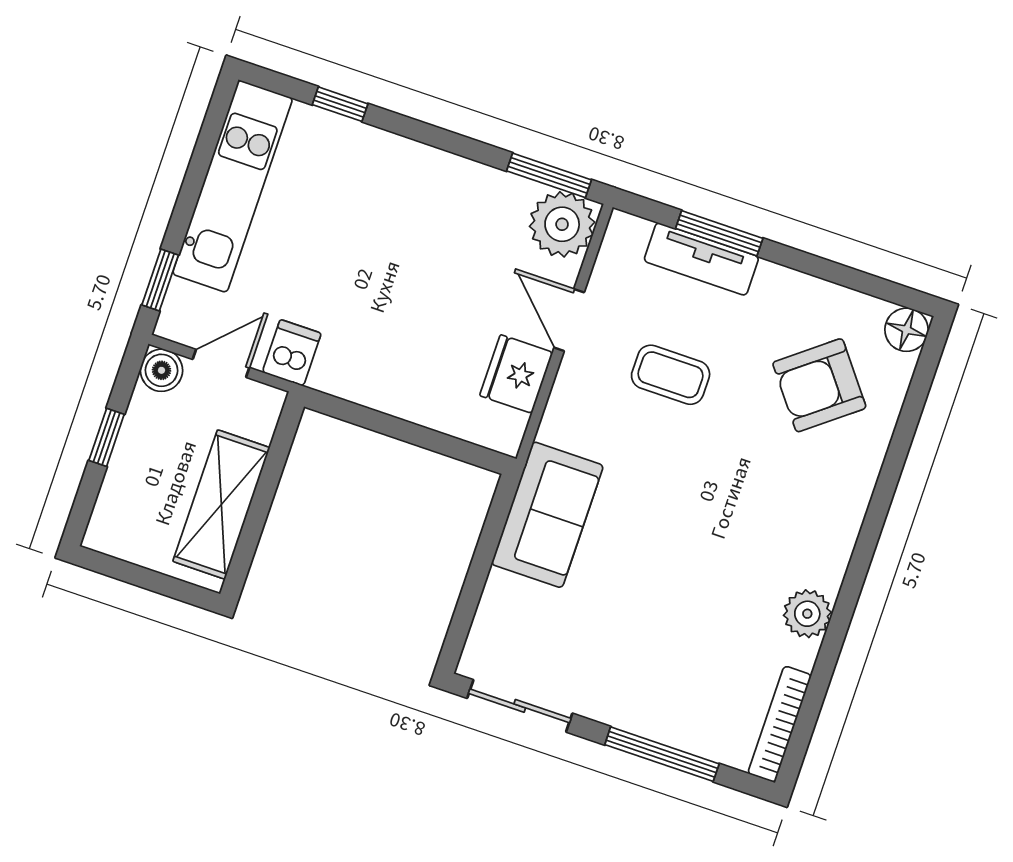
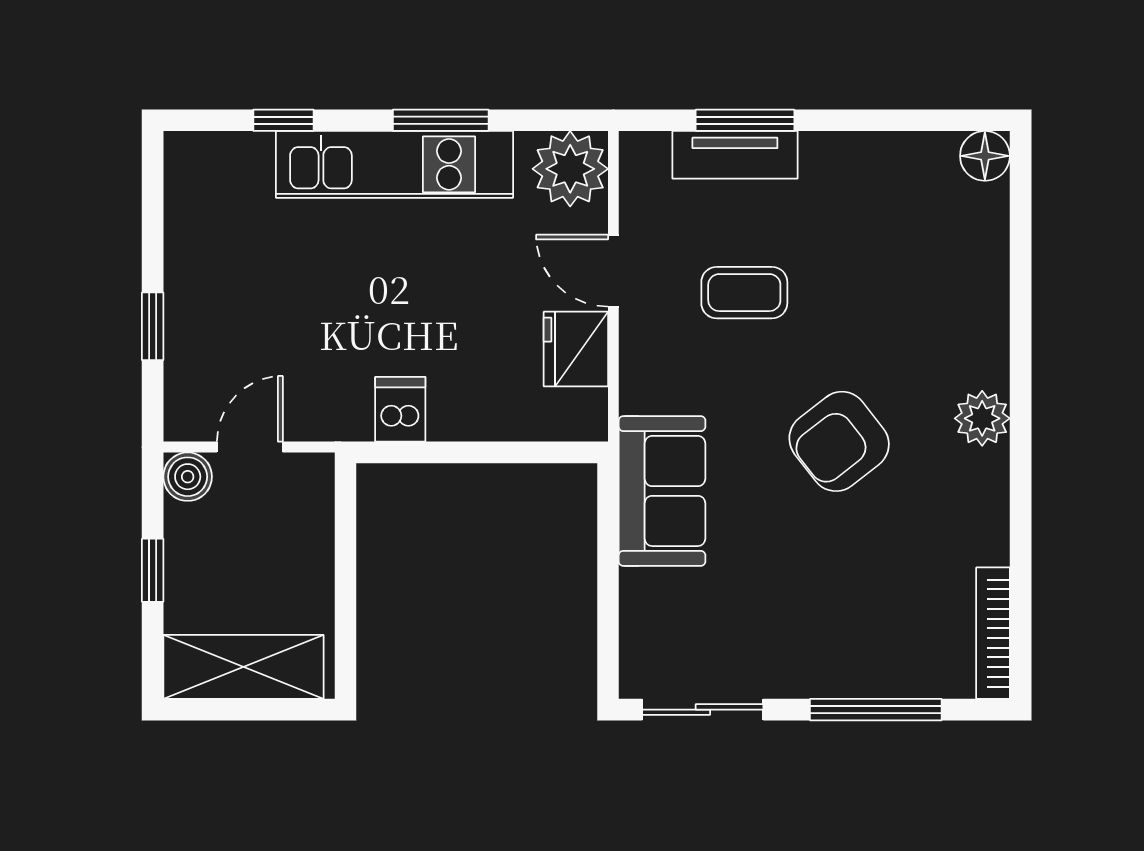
window: (549, 175) -> (441, 120), moved
kitchen unit: (233, 186) -> (394, 164), moved, turned 90
window: (160, 280) -> (153, 326), moved
dishwasher: (292, 353) -> (400, 409), moved
armchair: (819, 385) -> (839, 441), moved
shelving: (221, 505) -> (243, 667), moved, turned 90
plant: (807, 614) -> (982, 418), moved

